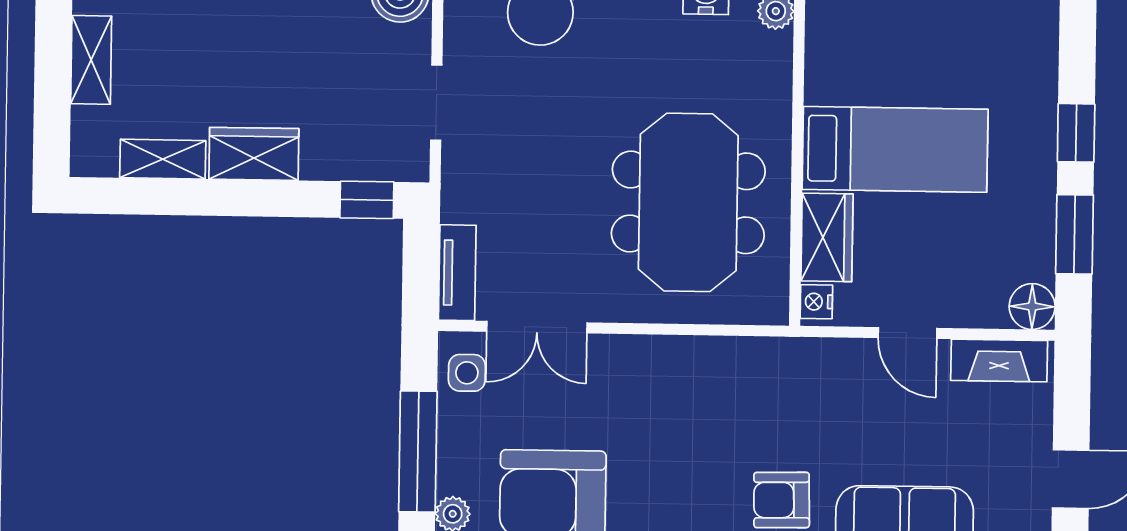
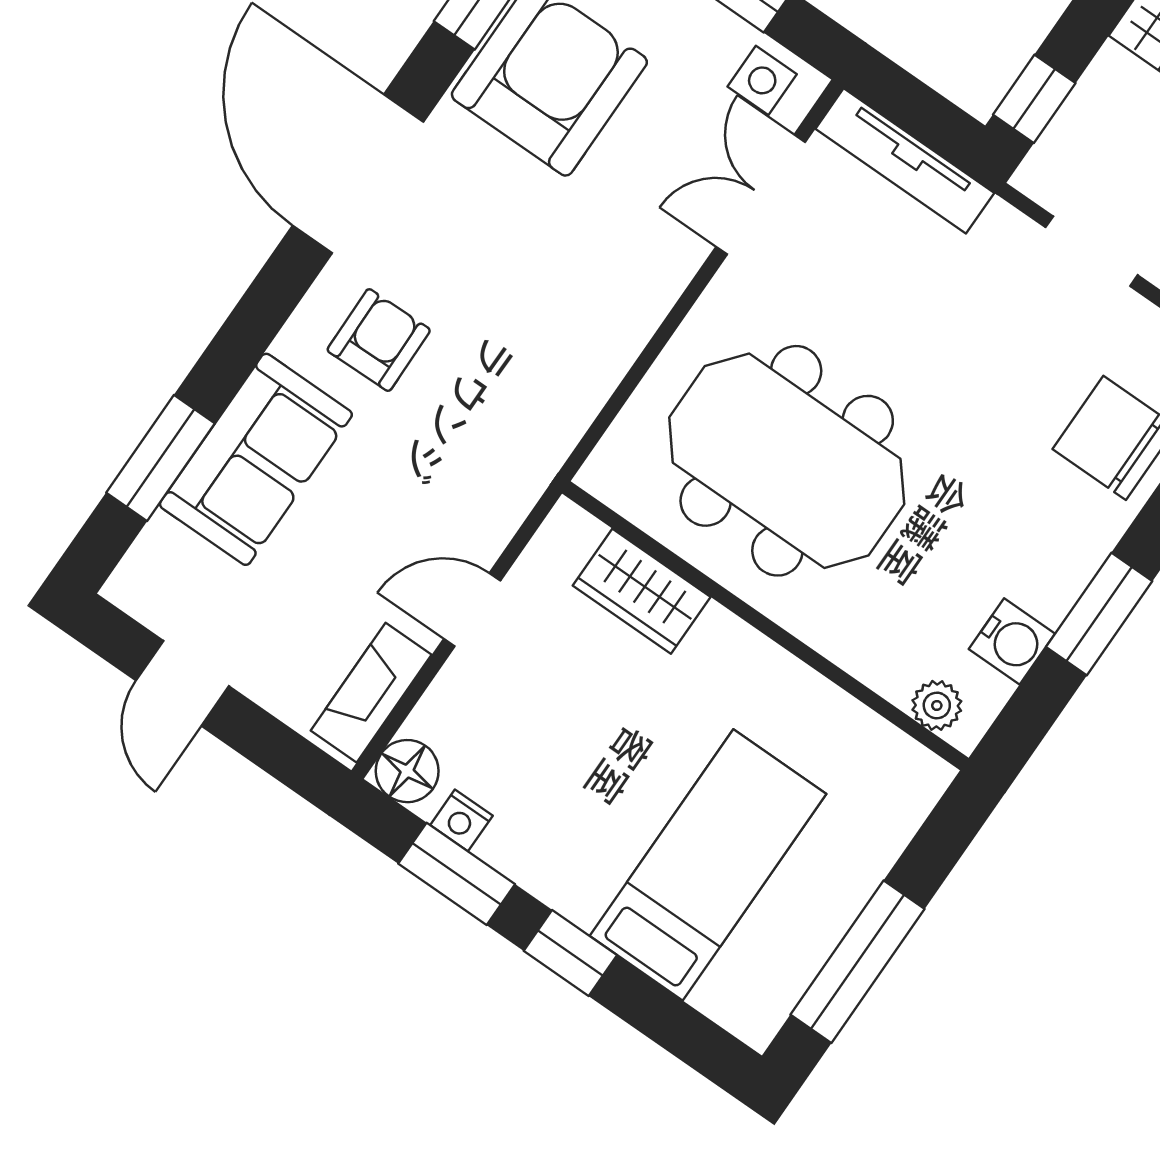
bed: (895, 149) -> (708, 865), moved, turned 180
tv unit: (457, 273) -> (905, 161), width x1.41
nightstand: (816, 302) -> (461, 820), moved, turned 180

